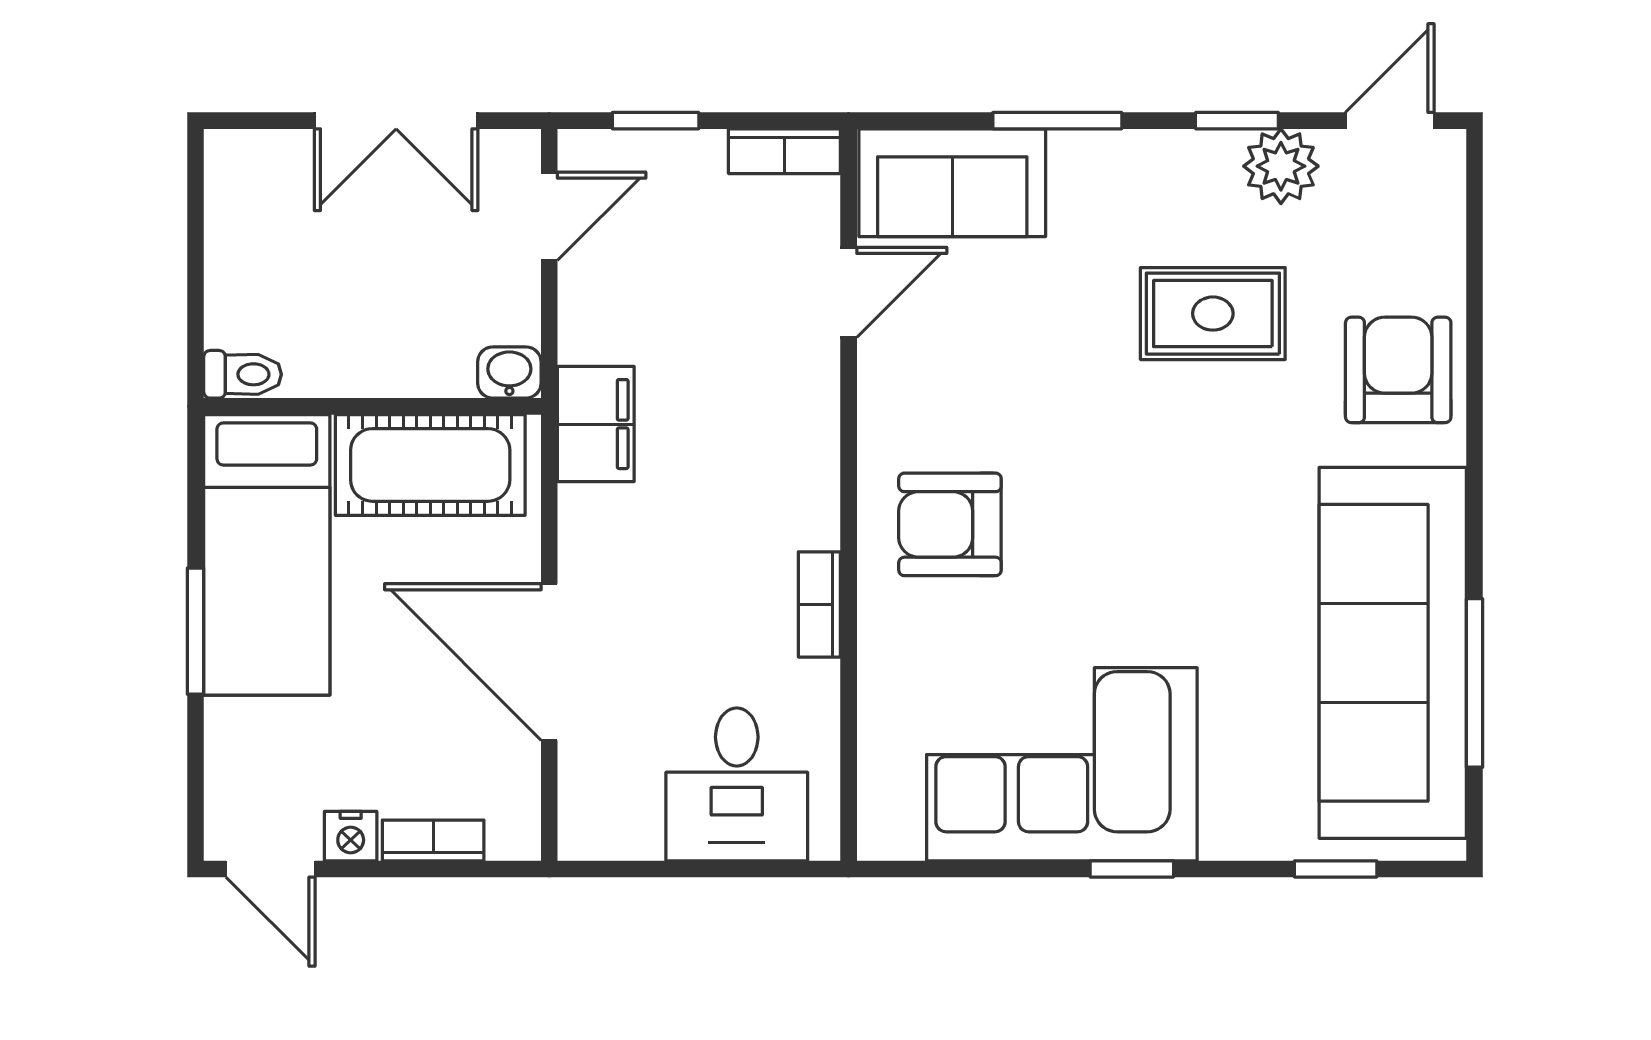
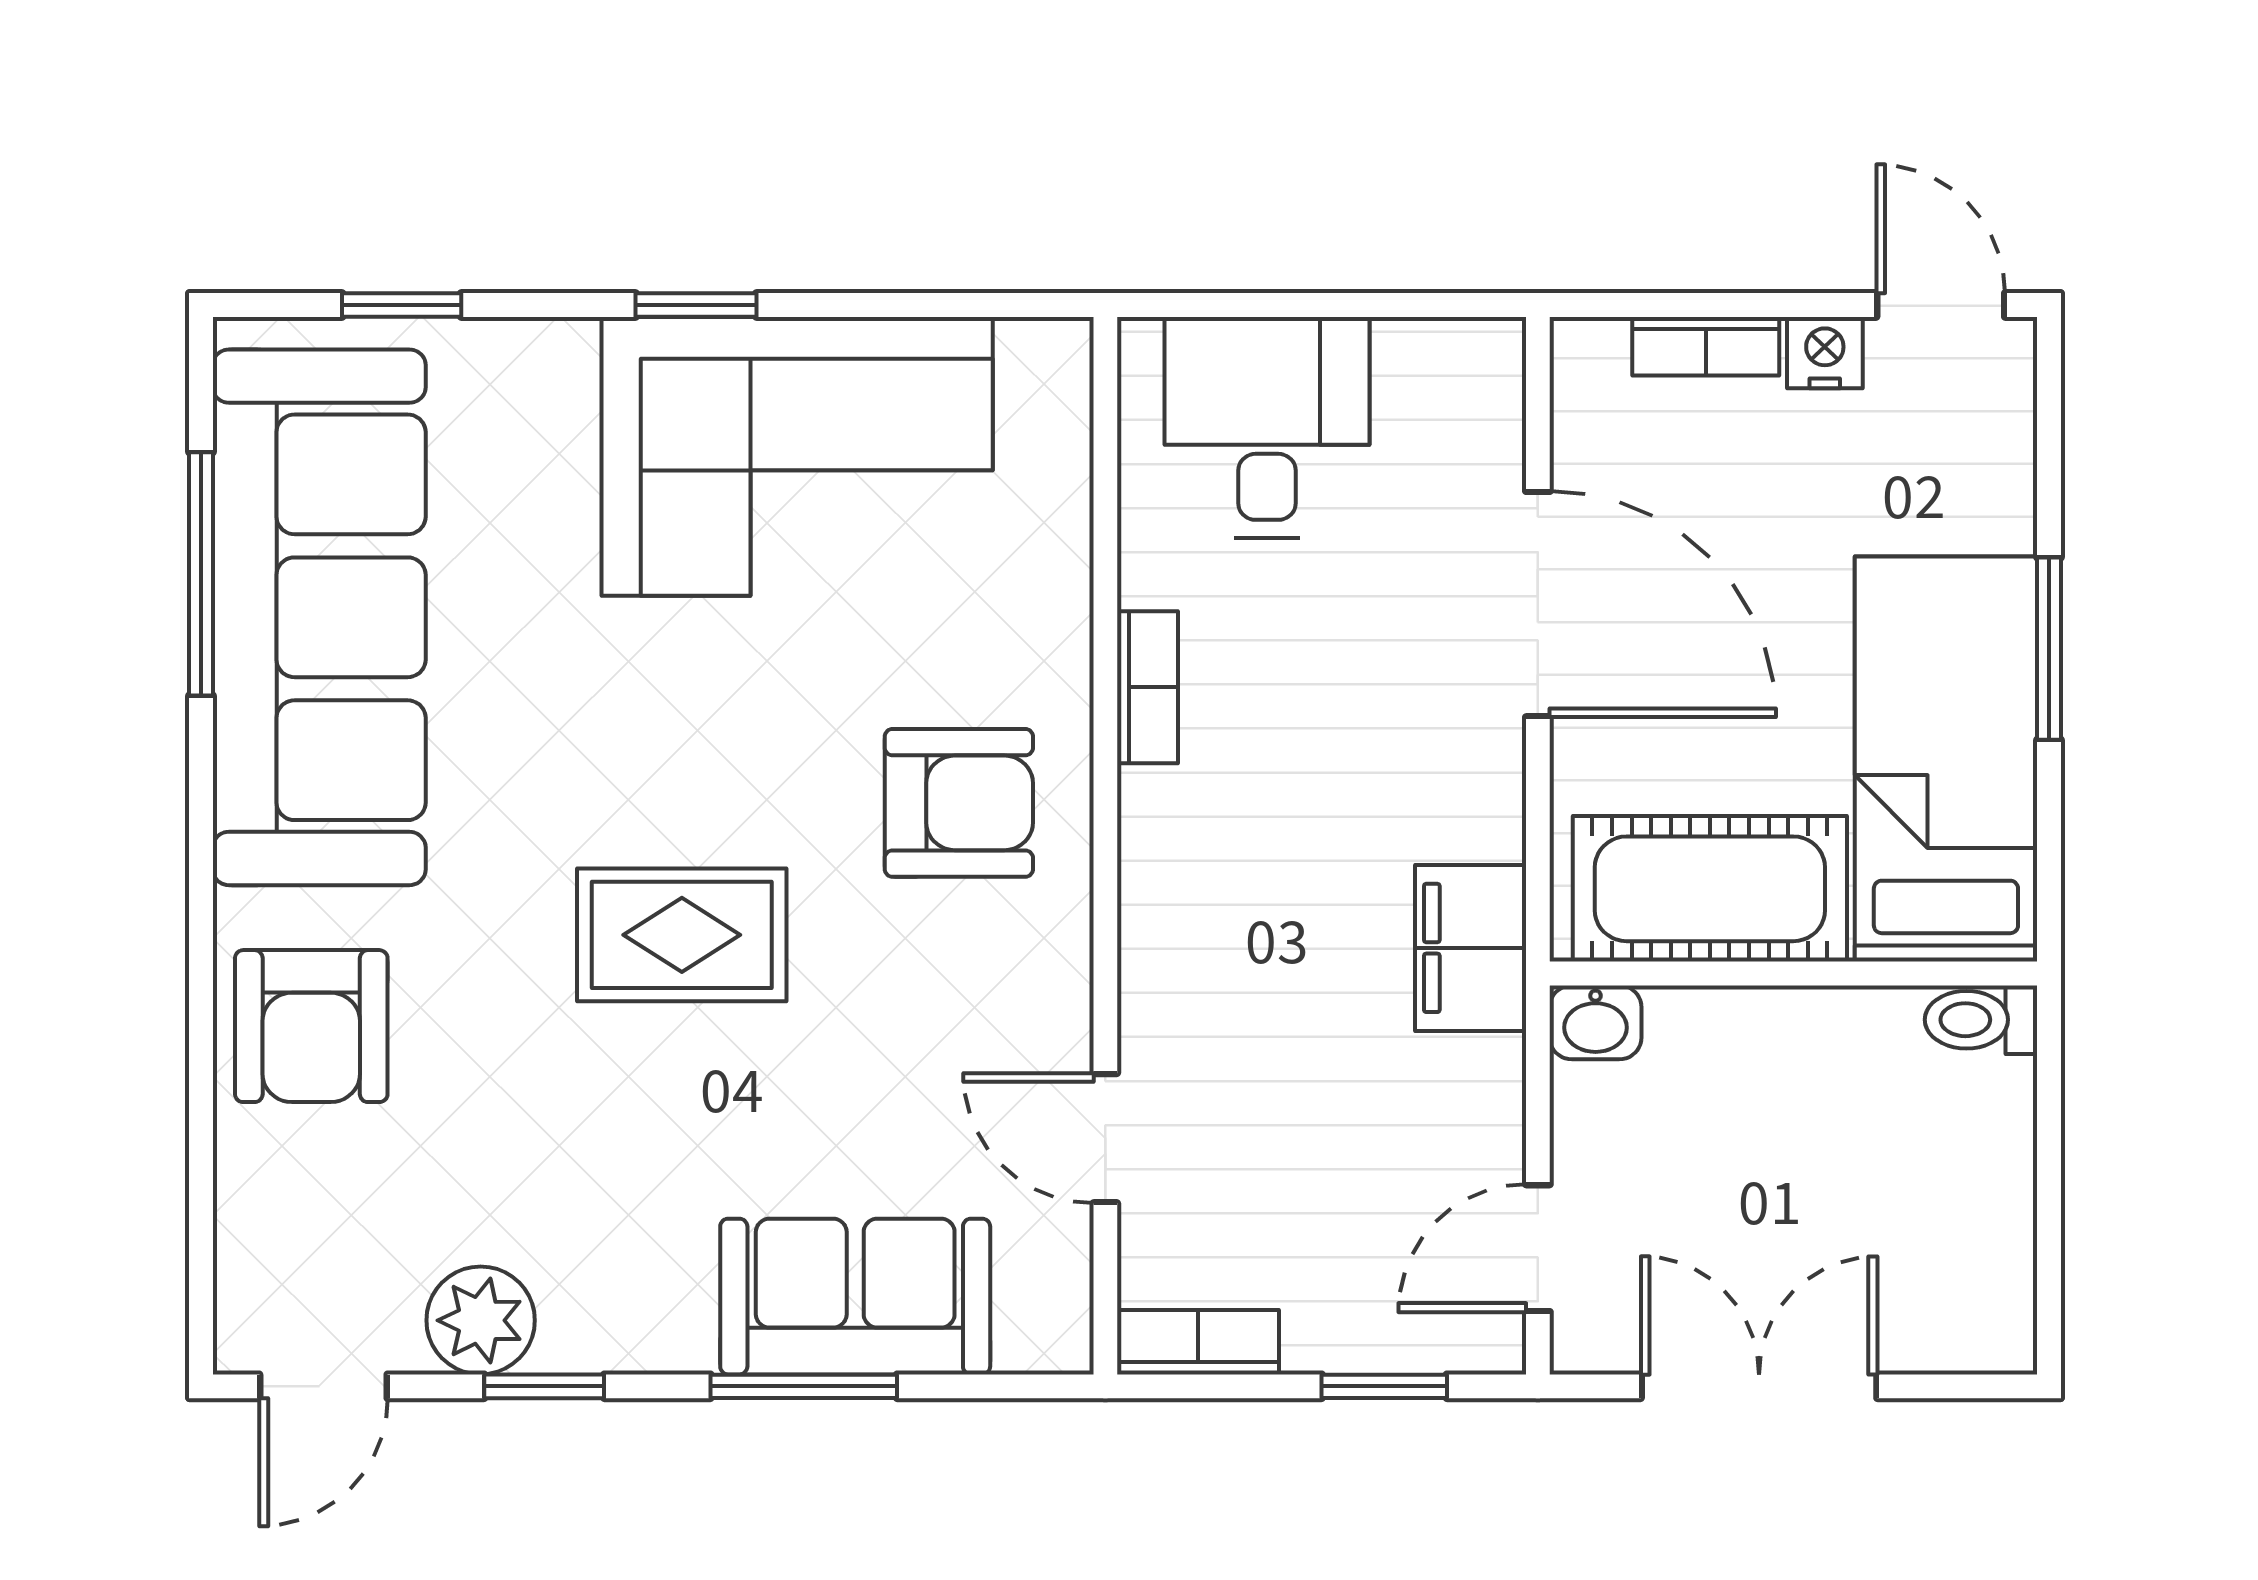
sofa: (952, 183) -> (855, 1297), moved
door: (849, 292) -> (1105, 1138), hinge flipped
rug: (1213, 314) -> (682, 935), moved

